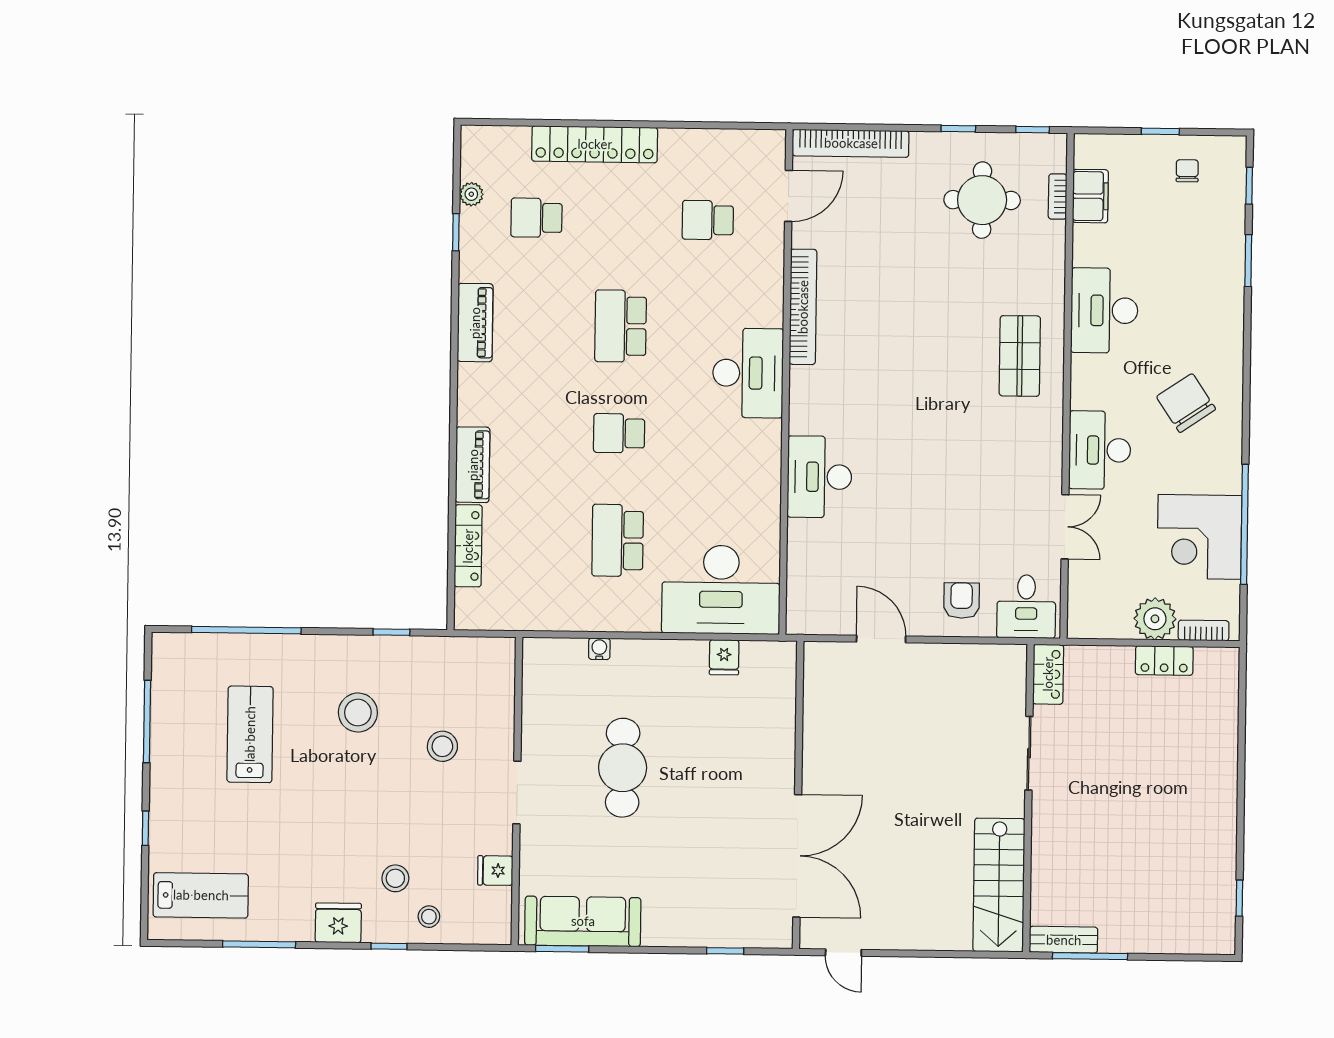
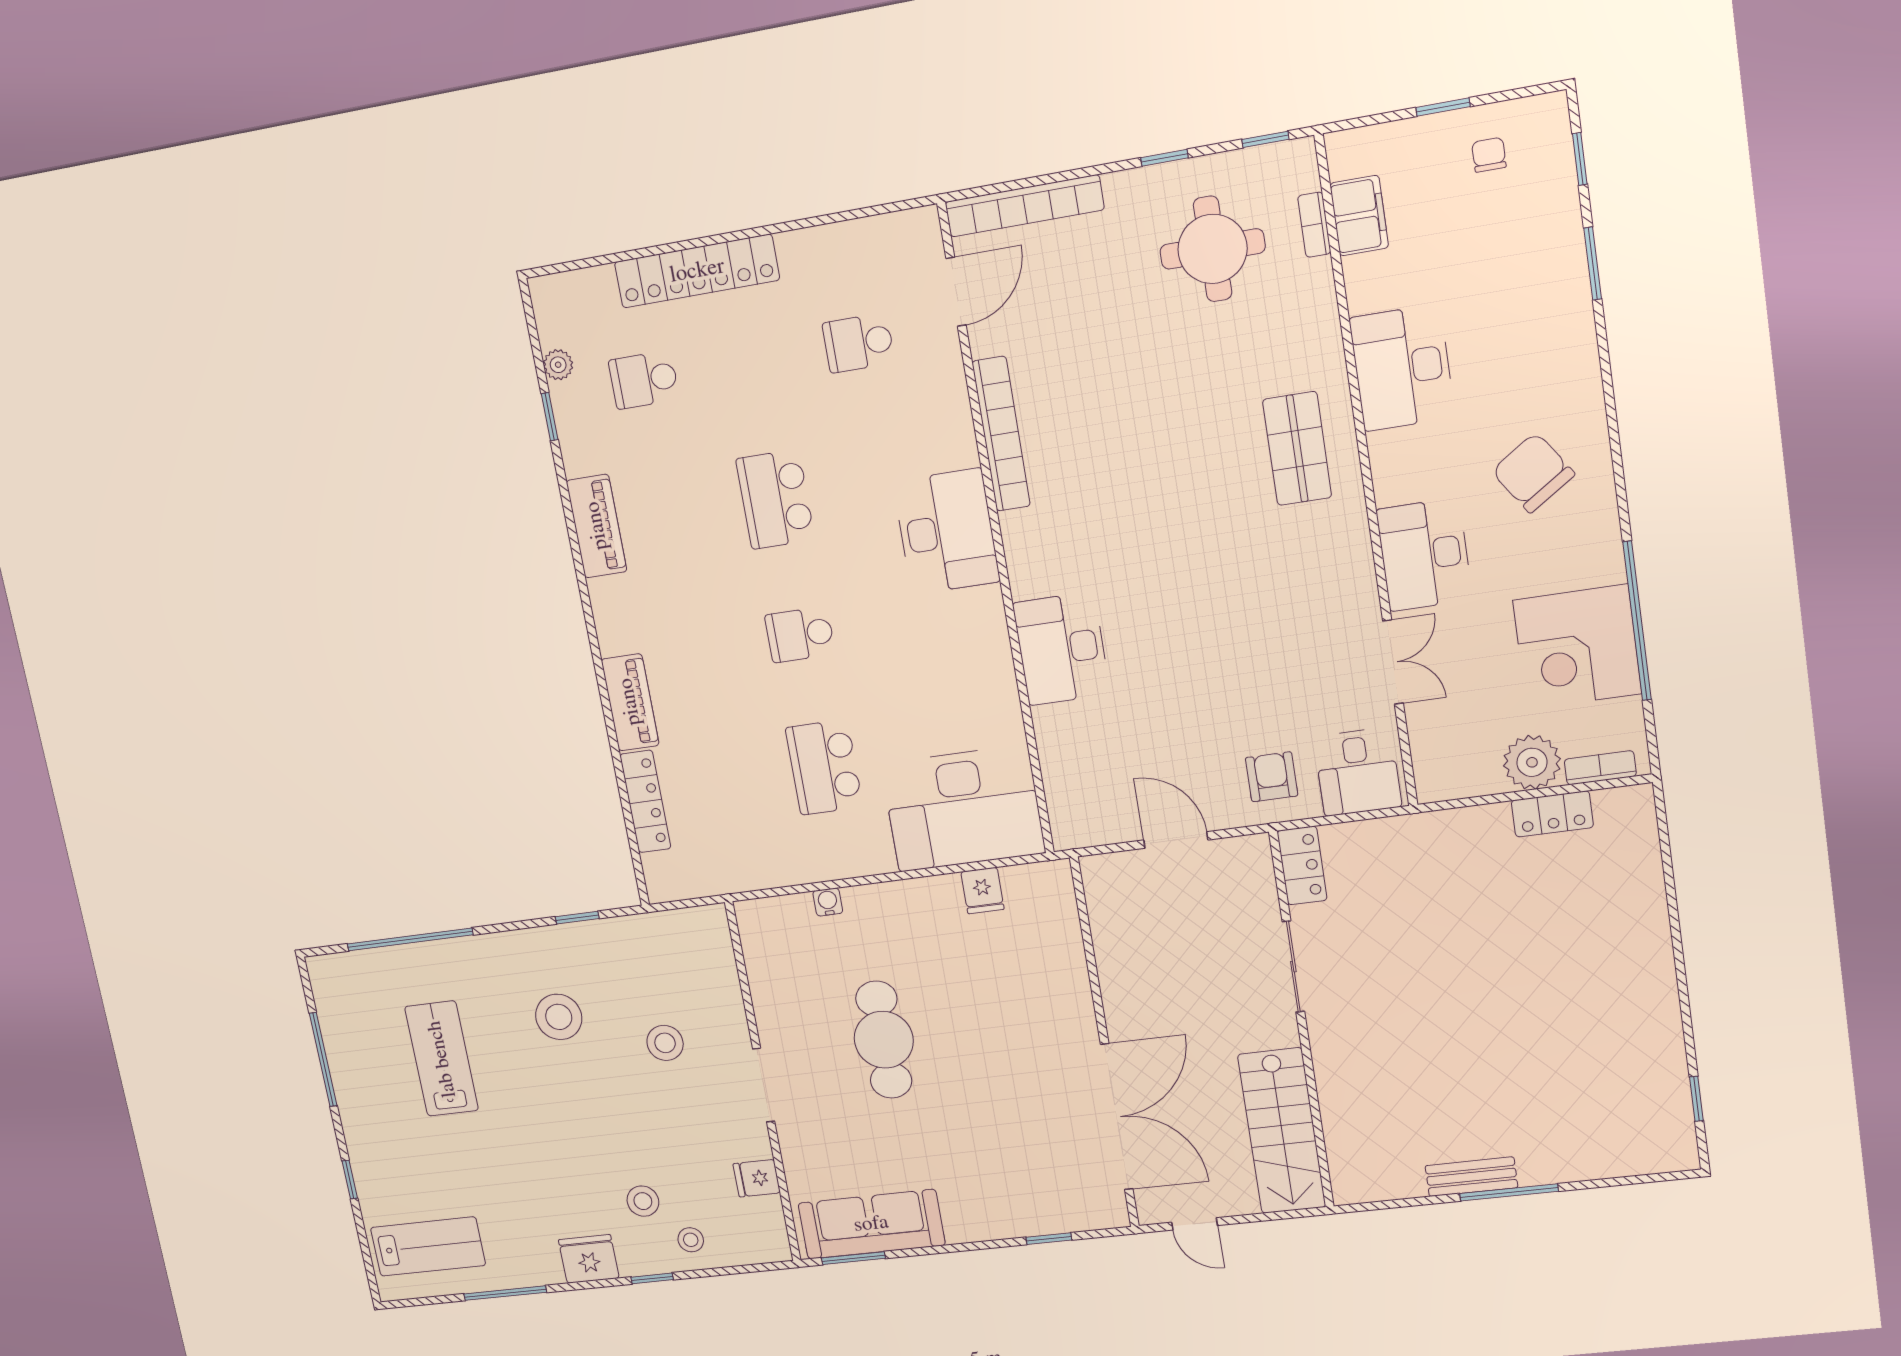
locker: (1048, 674) -> (1302, 866), moved
sliding door: (1029, 753) -> (1293, 967), moved
wall: (1028, 798) -> (1302, 1022), moved
stairs: (999, 885) -> (1282, 1131), moved

